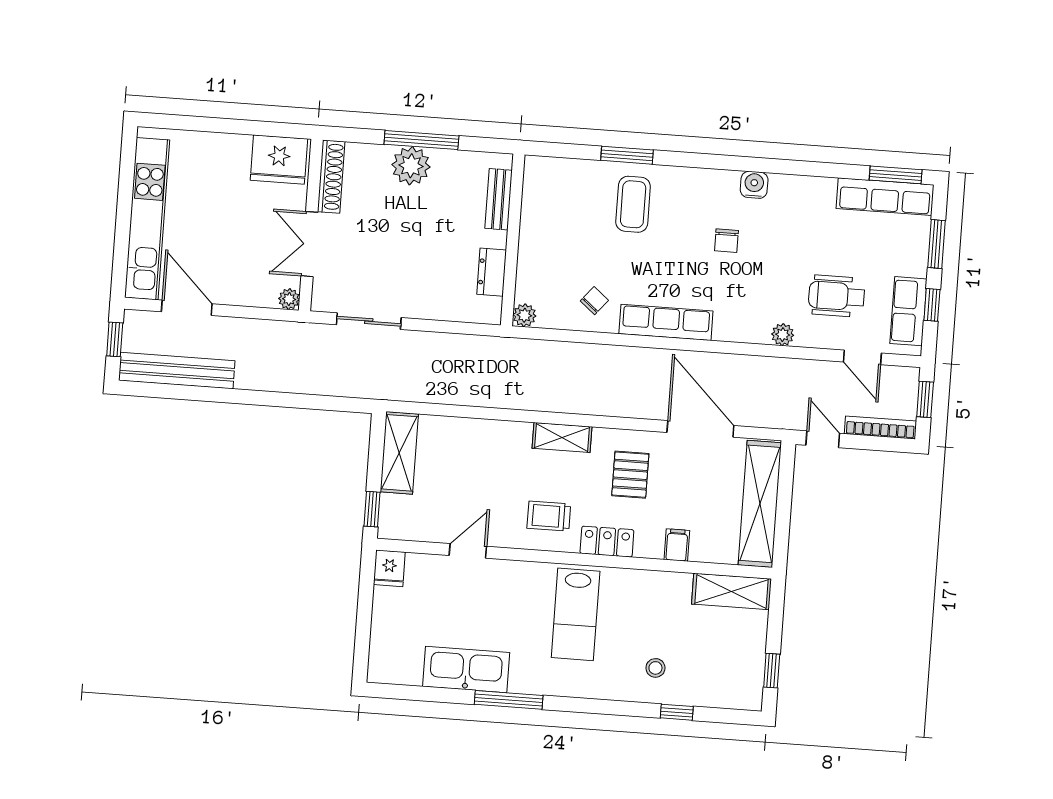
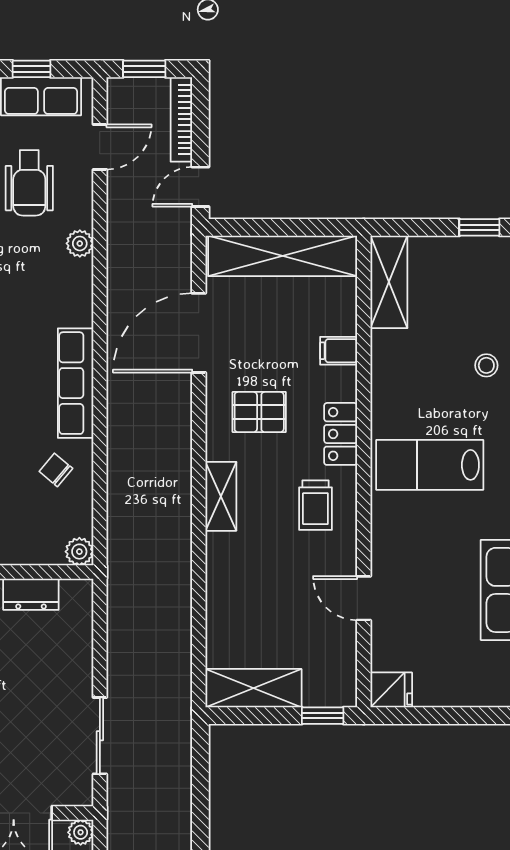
lab bench: (576, 614) -> (430, 465), turned 180

